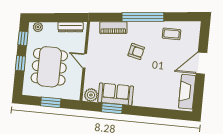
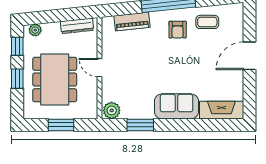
armchair: (136, 51) -> (178, 30), moved, turned 77
fireplace: (187, 92) -> (221, 110), moved, turned 90
sofa: (116, 94) -> (176, 106), moved

